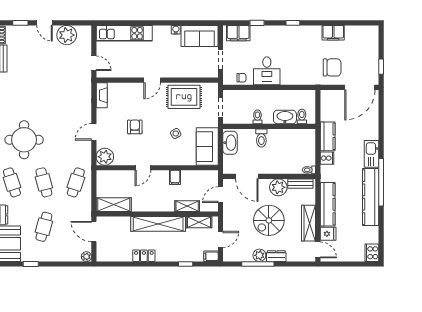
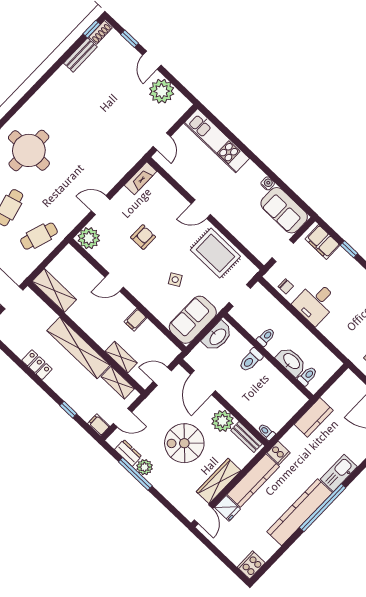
cooker: (327, 158) -> (279, 453), moved
dresser: (276, 256) -> (128, 453), moved

